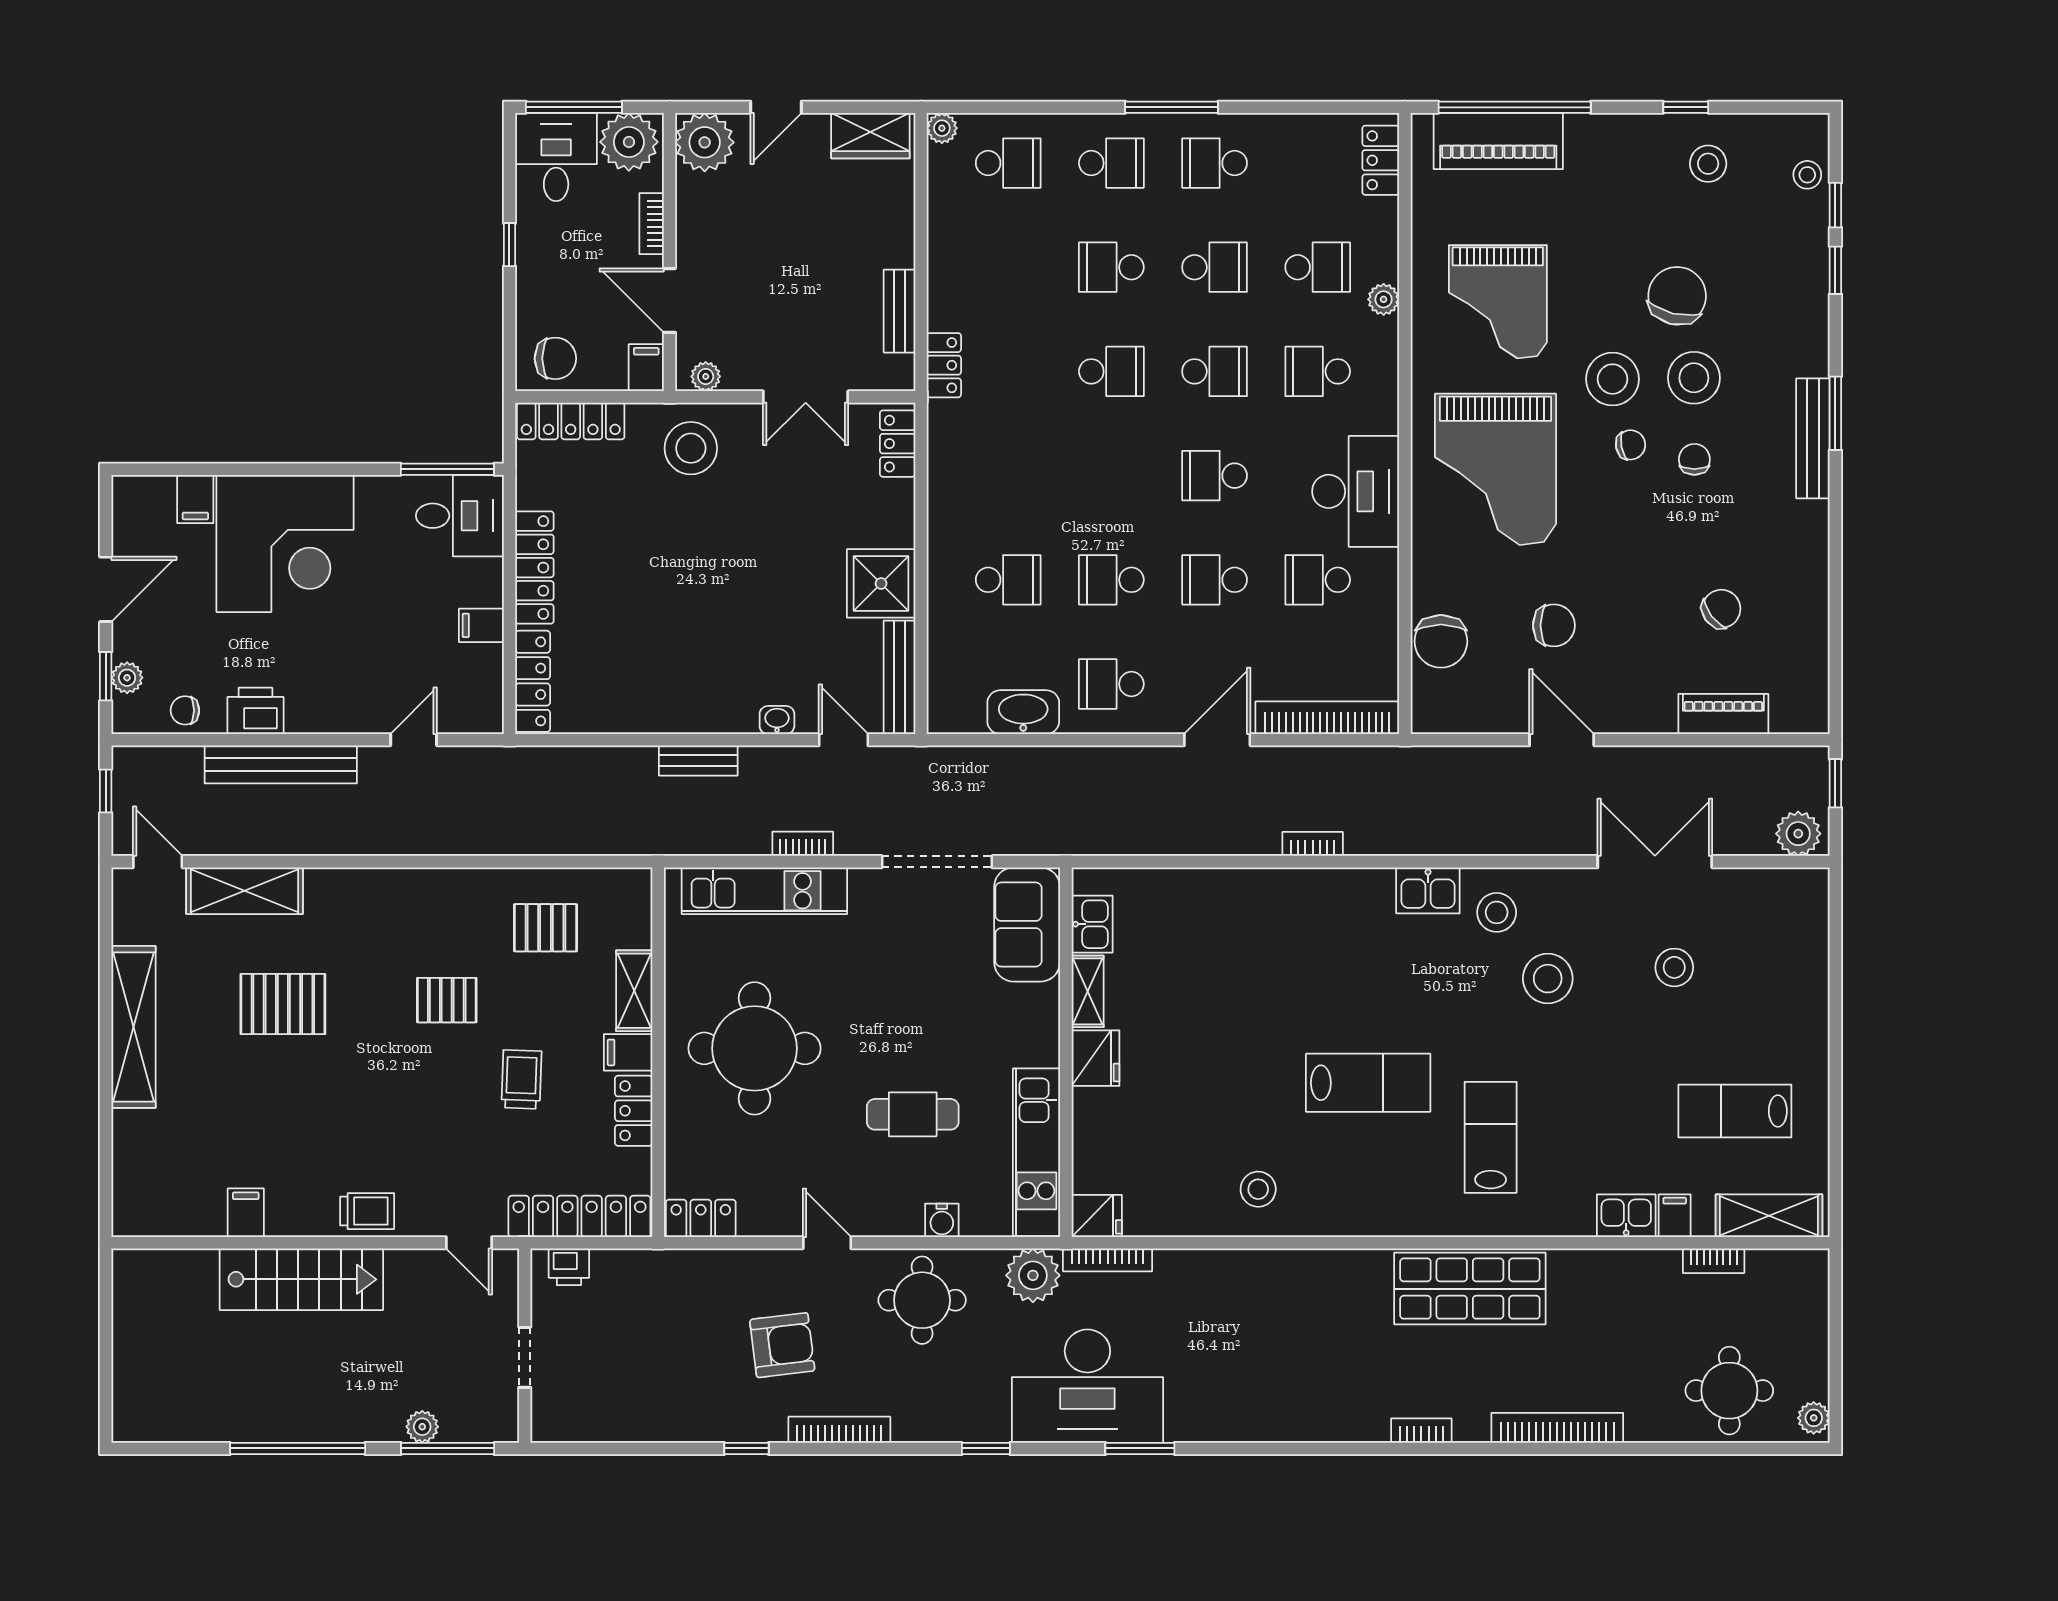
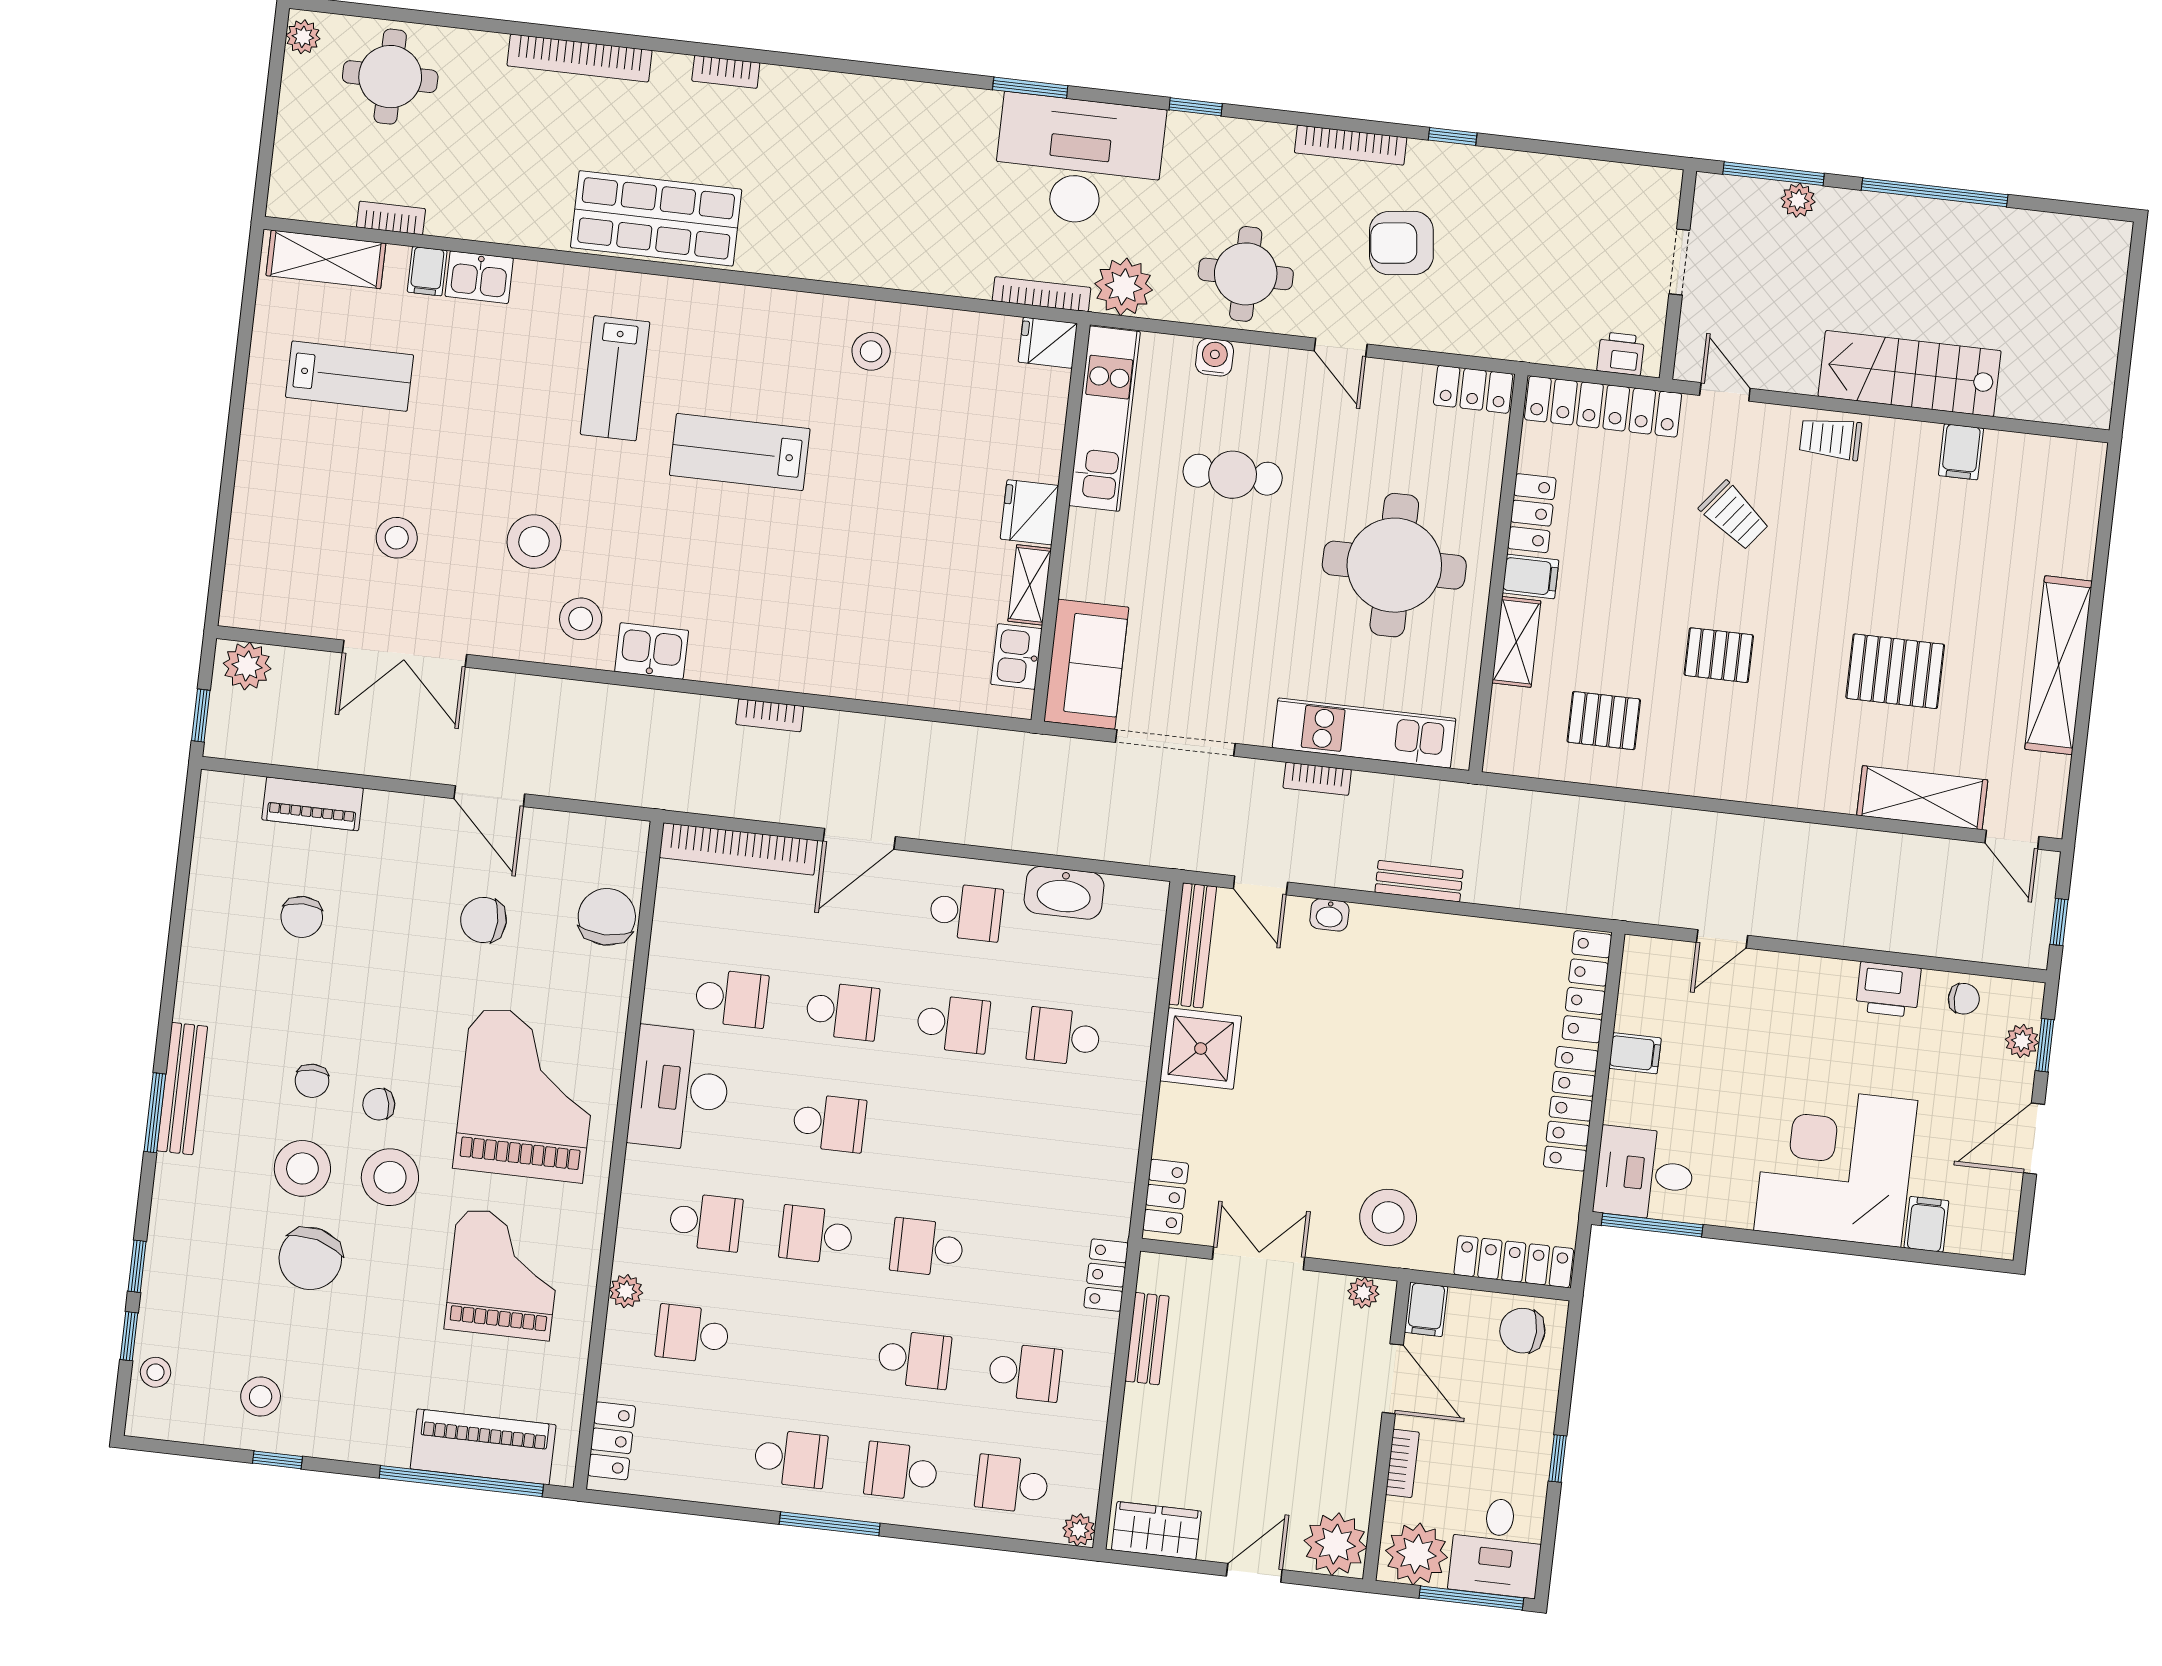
school desk: (1215, 267) -> (1025, 1372), moved, turned 180
chair: (1721, 609) -> (302, 917), turned -53
bench: (281, 764) -> (1868, 929), removed
trolley: (521, 1079) -> (1734, 516), moved, turned -54

